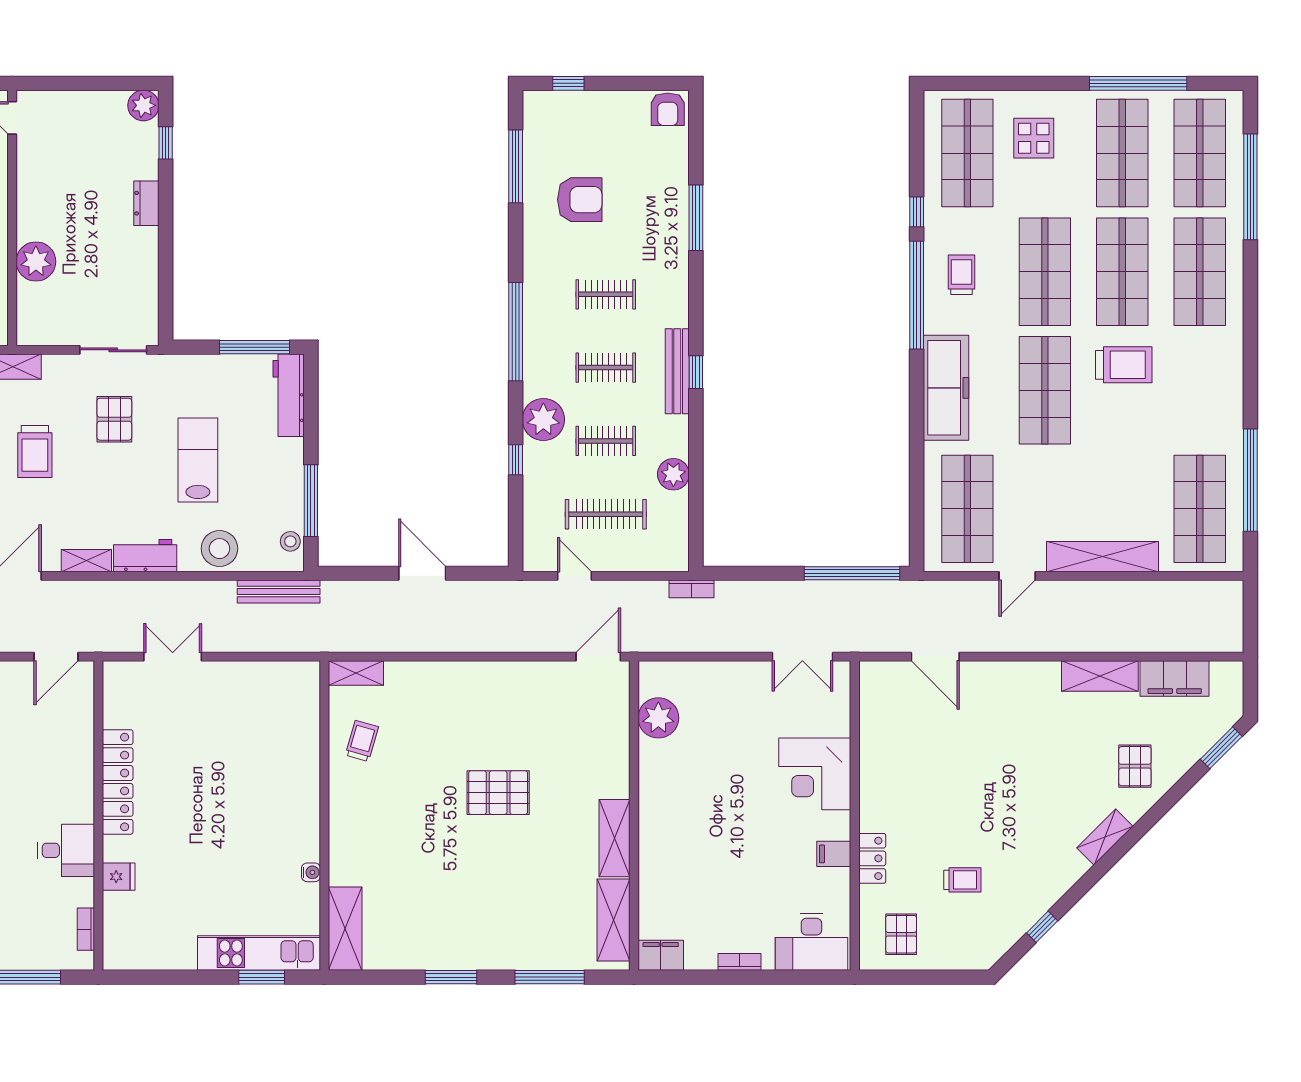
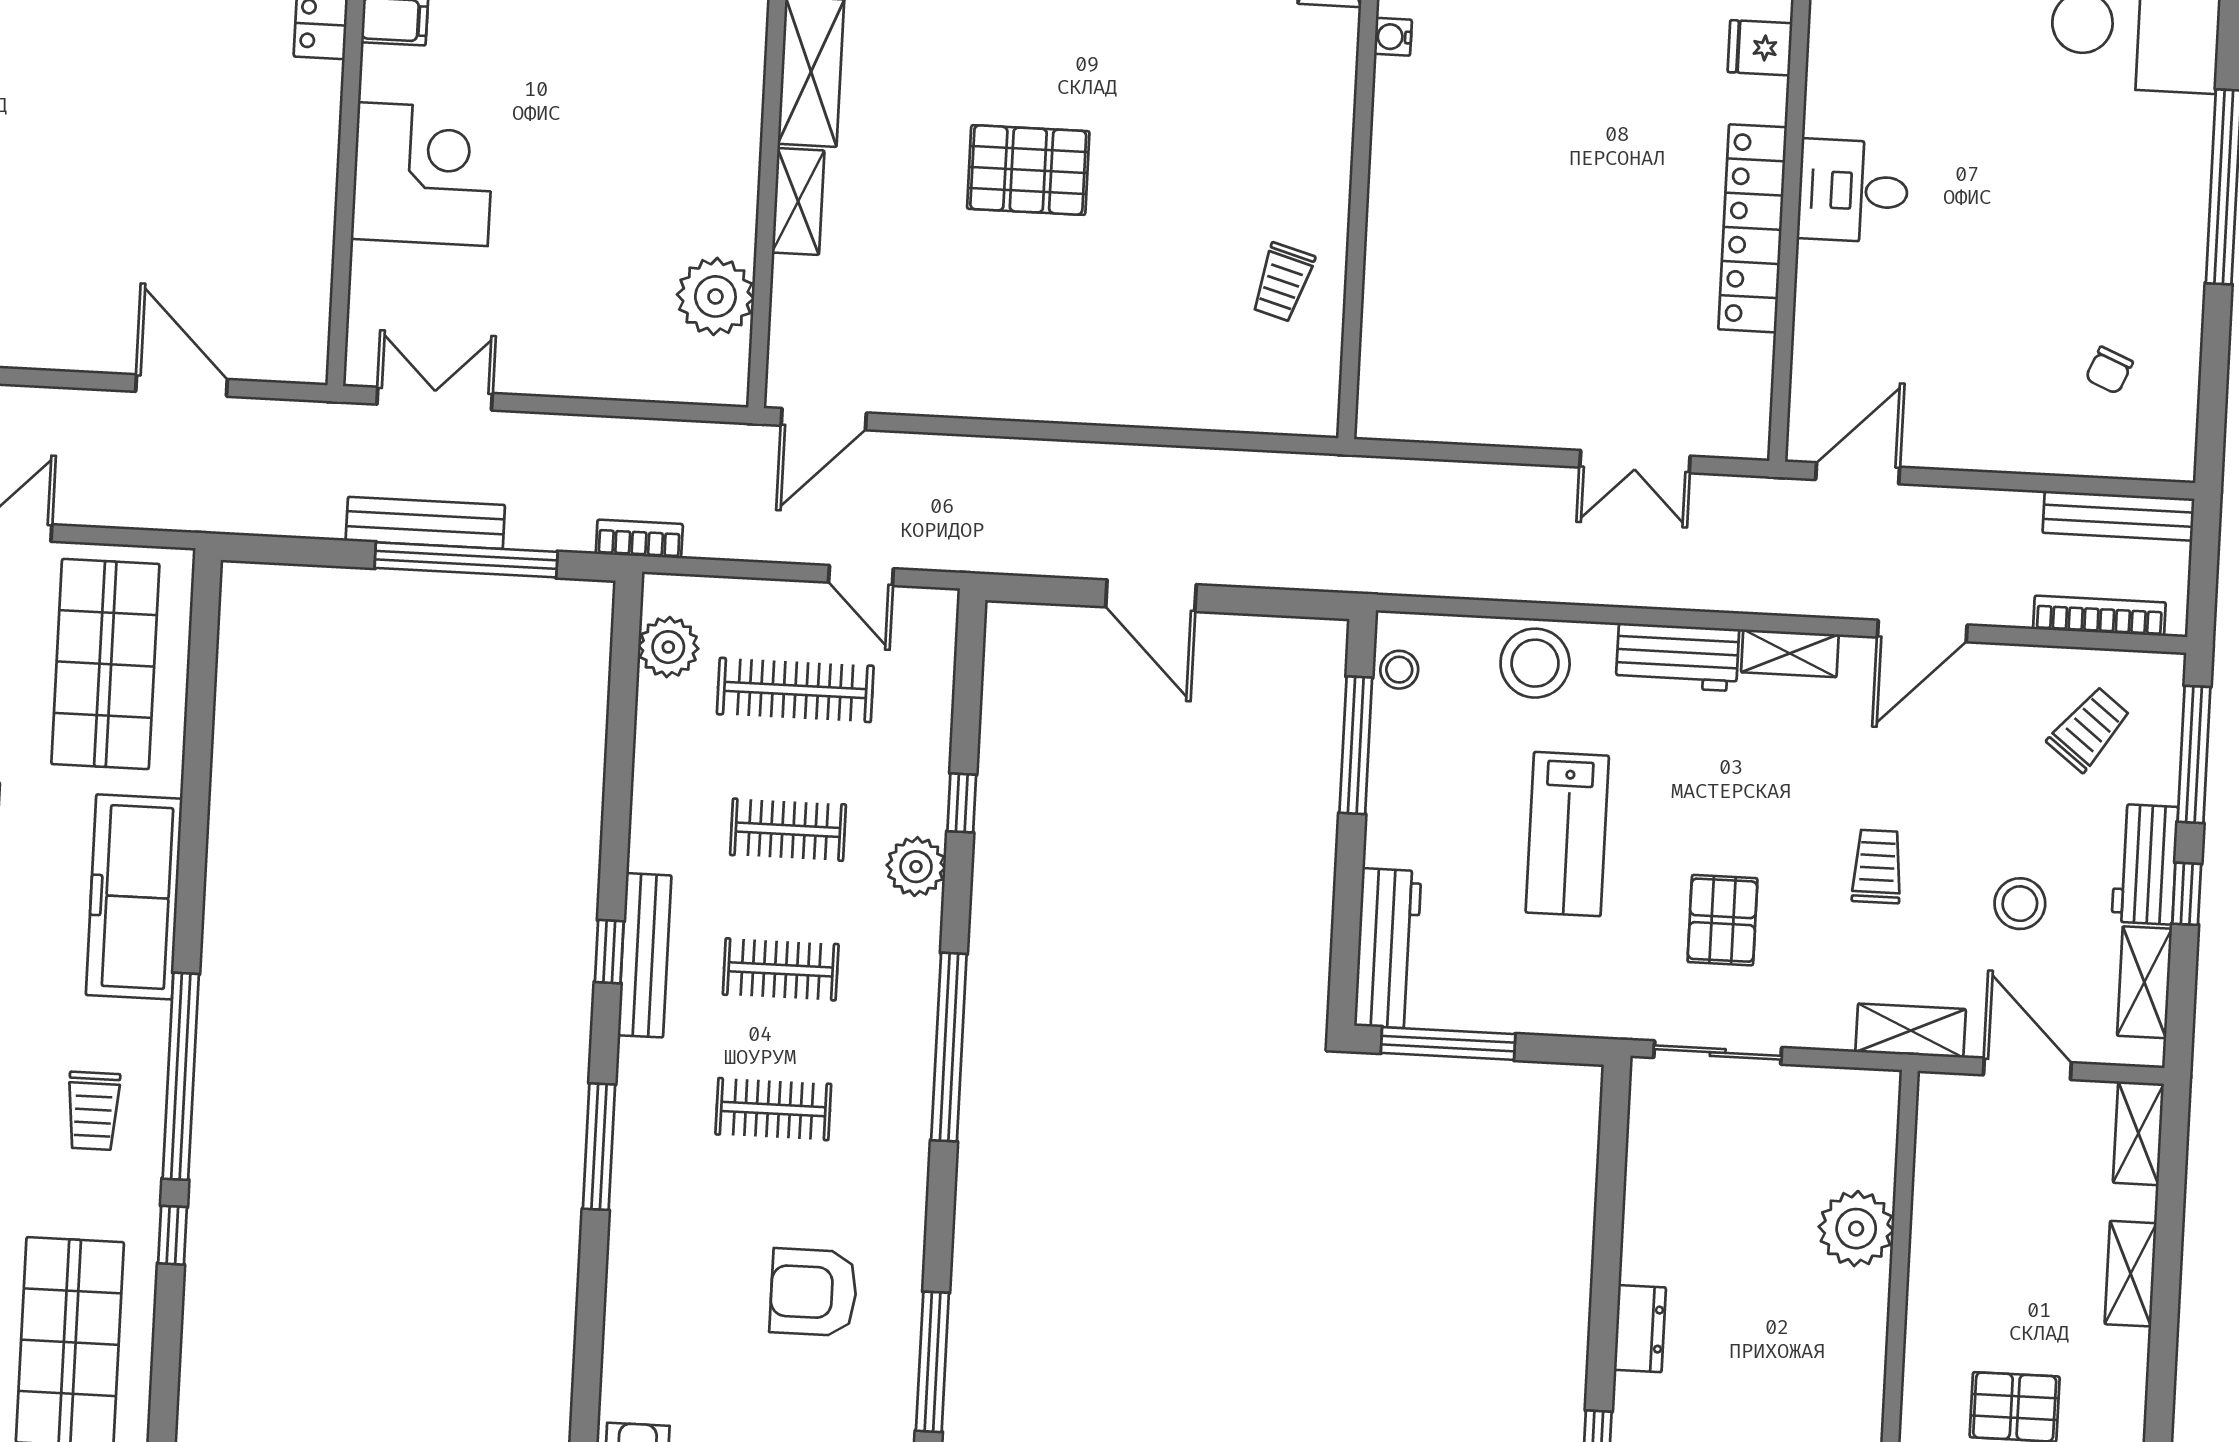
window: (696, 218) -> (599, 1147), moved
plant: (543, 419) -> (916, 867), width x0.73, depth x0.73
trolley: (35, 452) -> (1877, 867), width x0.73, depth x0.72
plant: (673, 474) -> (668, 647), moved
window: (852, 573) -> (466, 560), moved
bench: (279, 592) -> (425, 523), moved
shelving: (356, 673) -> (798, 201), moved, turned 90
desk: (66, 850) -> (1853, 191), moved

